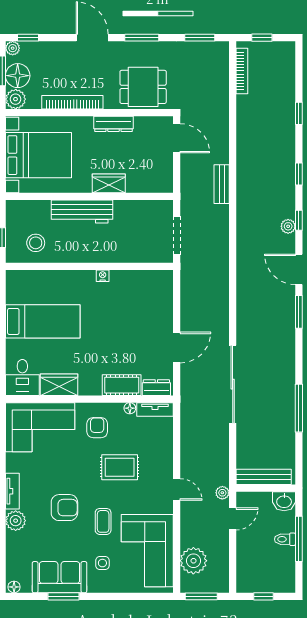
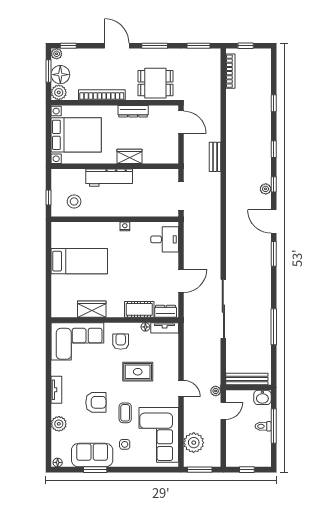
desk: (22, 377) -> (165, 239), moved, turned -90
plant: (16, 521) -> (59, 424), moved

